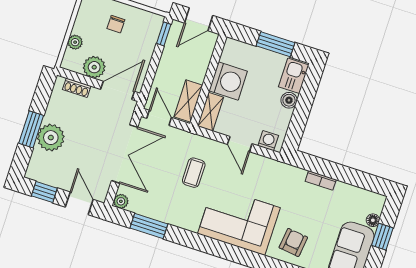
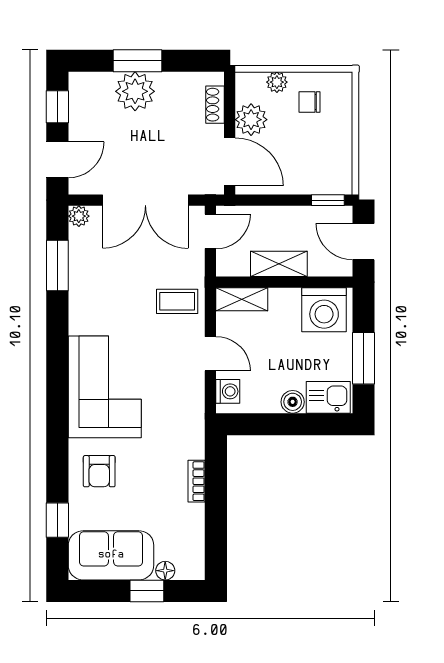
chair: (116, 24) -> (309, 102), moved
washing machine: (228, 81) -> (324, 310), moved
shelving: (188, 101) -> (279, 264), moved
door: (240, 144) -> (210, 354), swing flipped
coffee table: (194, 173) -> (177, 301), moved
armchair: (293, 242) -> (99, 471), turned 83

